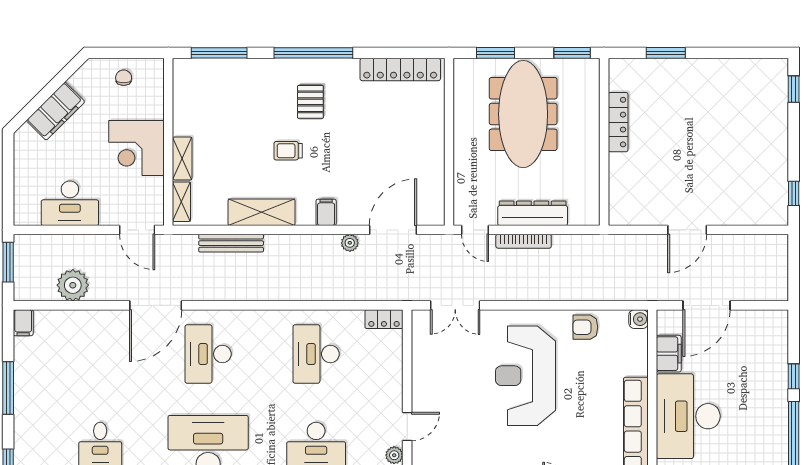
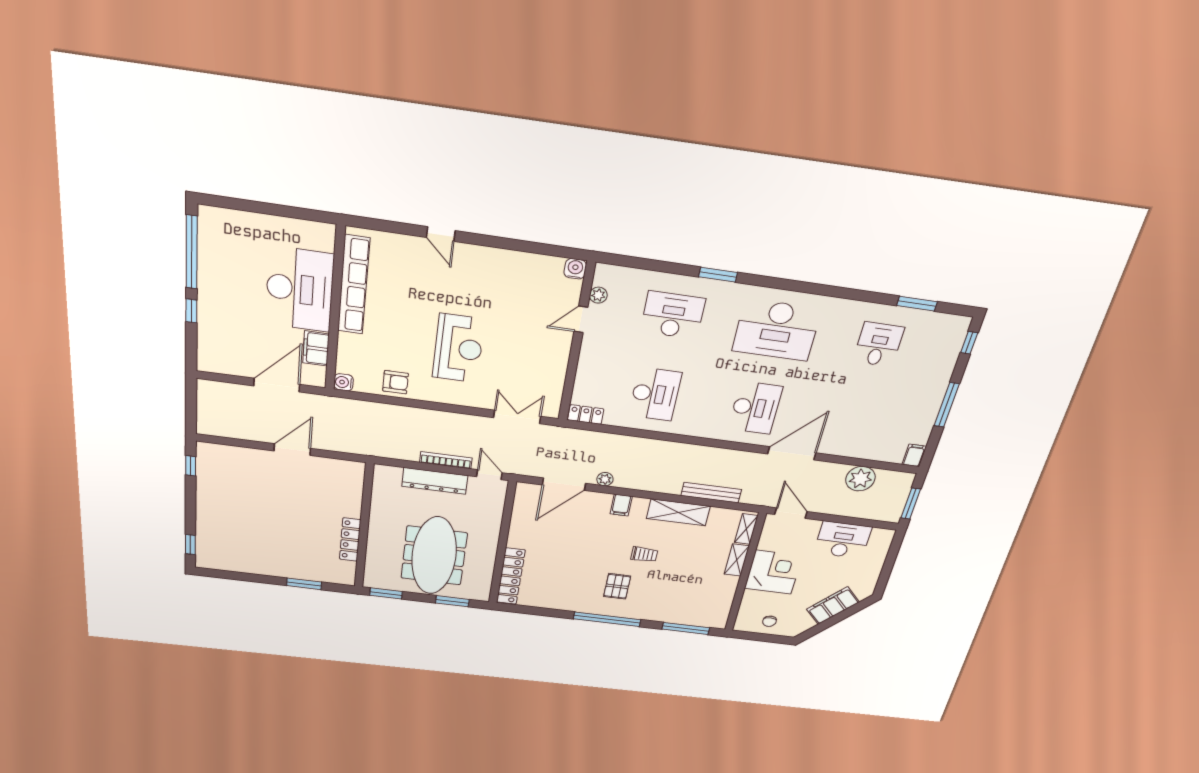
locker: (400, 69) -> (511, 576), moved, turned 90
reception desk: (526, 376) -> (458, 348), width x0.74, depth x0.77

